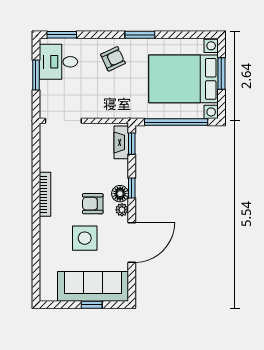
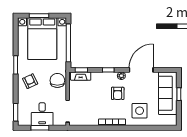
desk: (58, 62) -> (42, 114), moved
chair: (114, 104) -> (57, 80), added
floor lamp: (120, 194) -> (112, 77), removed
side table: (85, 238) -> (140, 111), moved
door: (132, 242) -> (141, 70), hinge flipped

